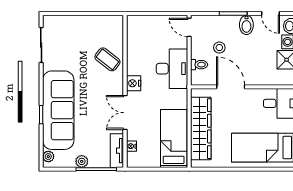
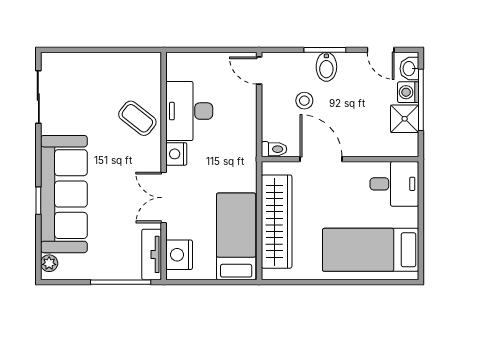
bidet: (246, 25) -> (326, 67), moved
toilet: (199, 65) -> (274, 149), moved
desk: (172, 69) -> (189, 111), moved, turned 180
nightstand: (132, 146) -> (179, 255), width x1.89, depth x1.79
plant: (82, 161) -> (99, 270), removed

